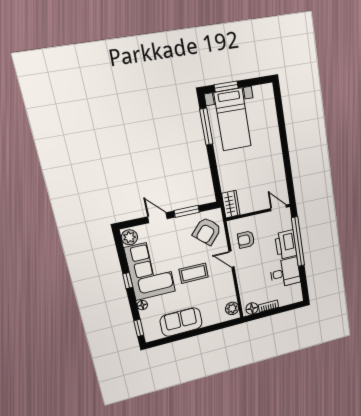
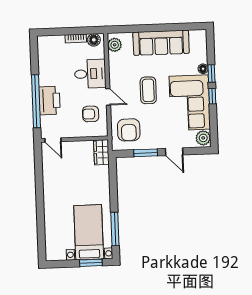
armchair: (207, 231) -> (129, 130), turned 138
armchair: (246, 240) -> (91, 114), turned 180
coffee table: (194, 273) -> (148, 90), turned 90
desk: (285, 273) -> (90, 74), moved, turned 180
sofa: (181, 322) -> (161, 43), width x1.36
window: (139, 328) -> (211, 74), moved

